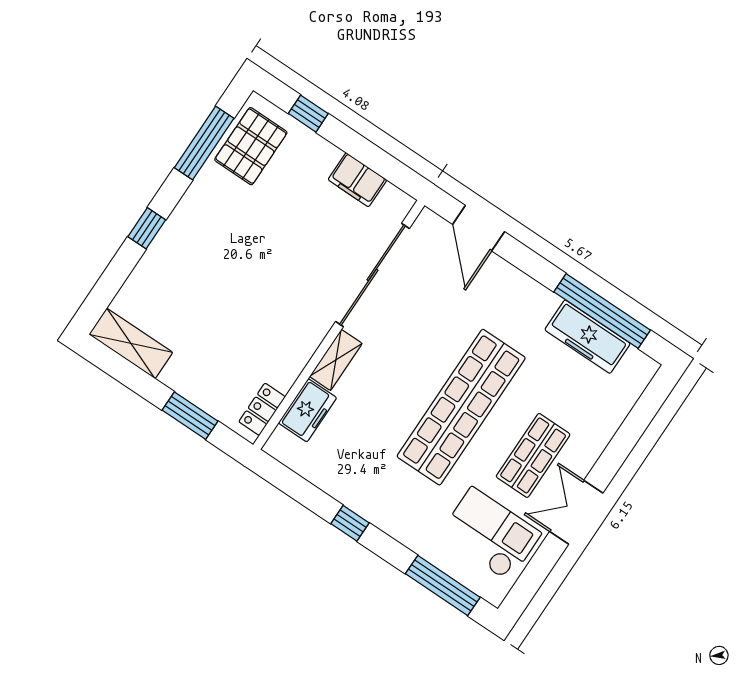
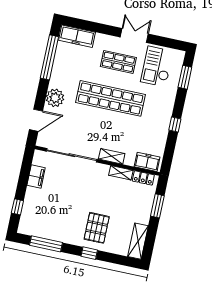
pallet: (251, 146) -> (97, 228), moved, turned 90
plant: (510, 288) -> (55, 98), added
freezer: (587, 337) -> (77, 36), moved, turned 90
shelving: (292, 365) -> (121, 173), added
freezer: (308, 410) -> (147, 162), moved
double door: (576, 512) -> (134, 35), swing flipped
window: (443, 585) -> (185, 77), width x0.69

